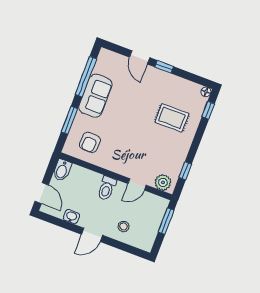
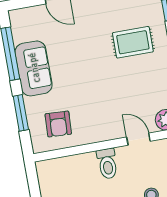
bidet: (62, 170) -> (46, 173), removed
door: (137, 184) -> (138, 139), swing flipped

